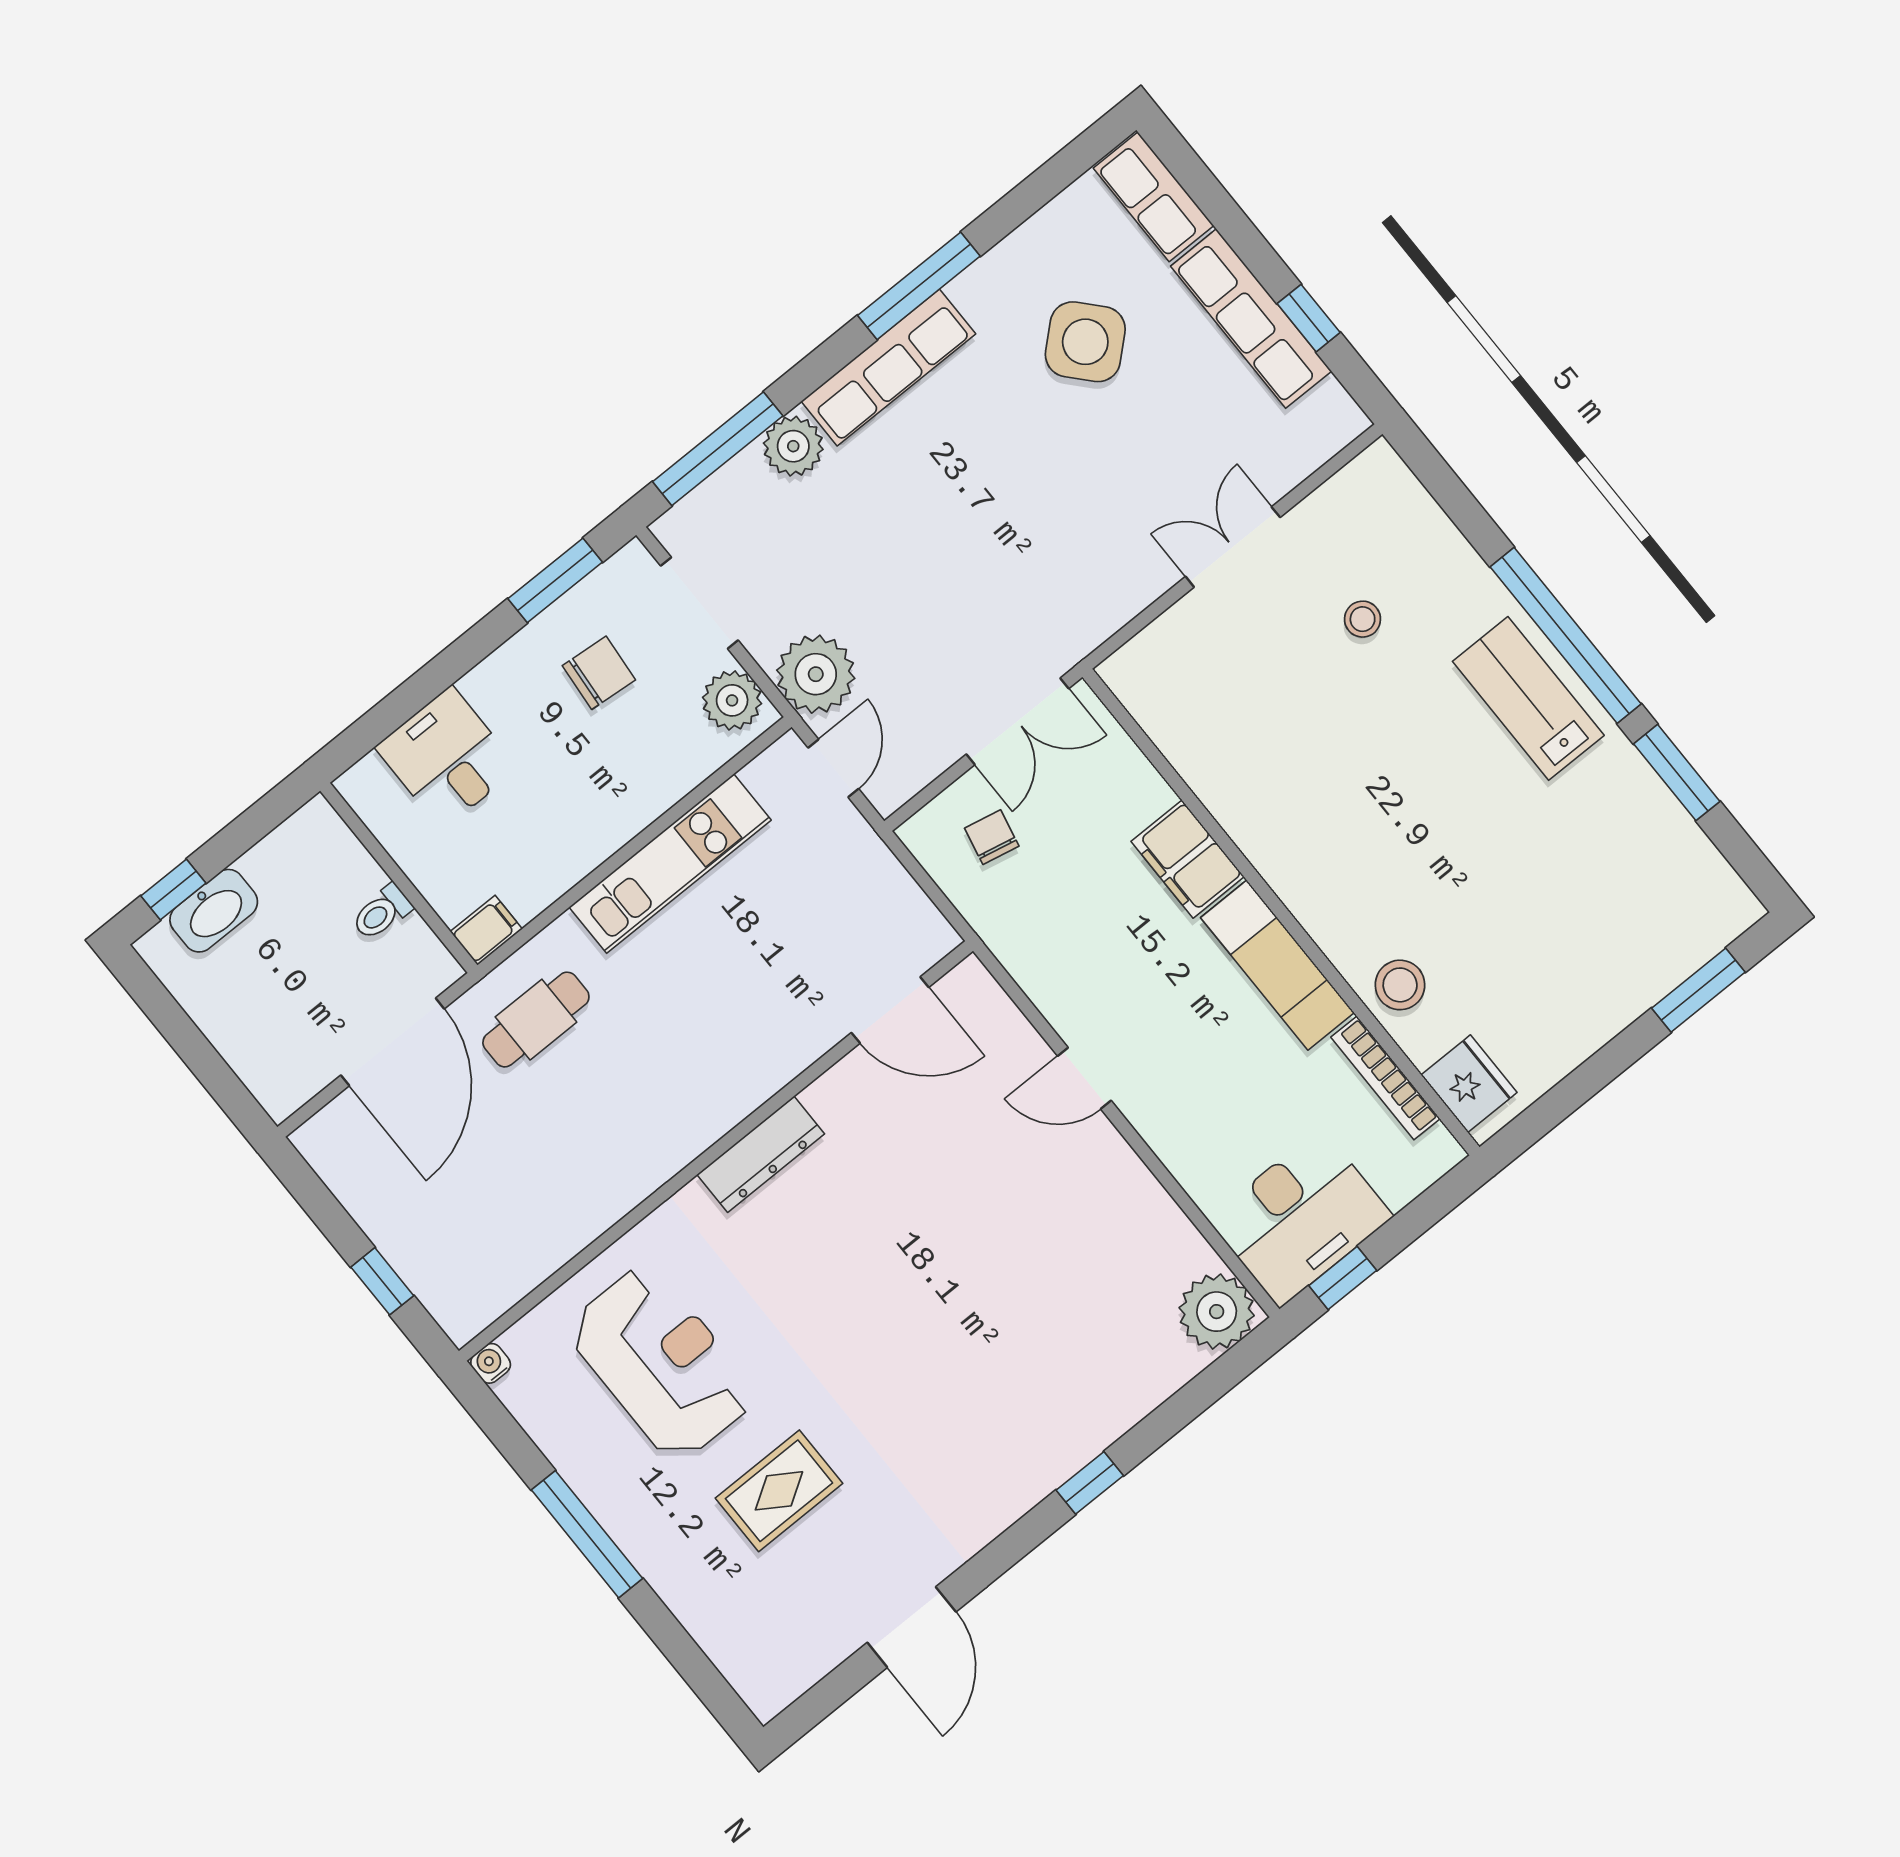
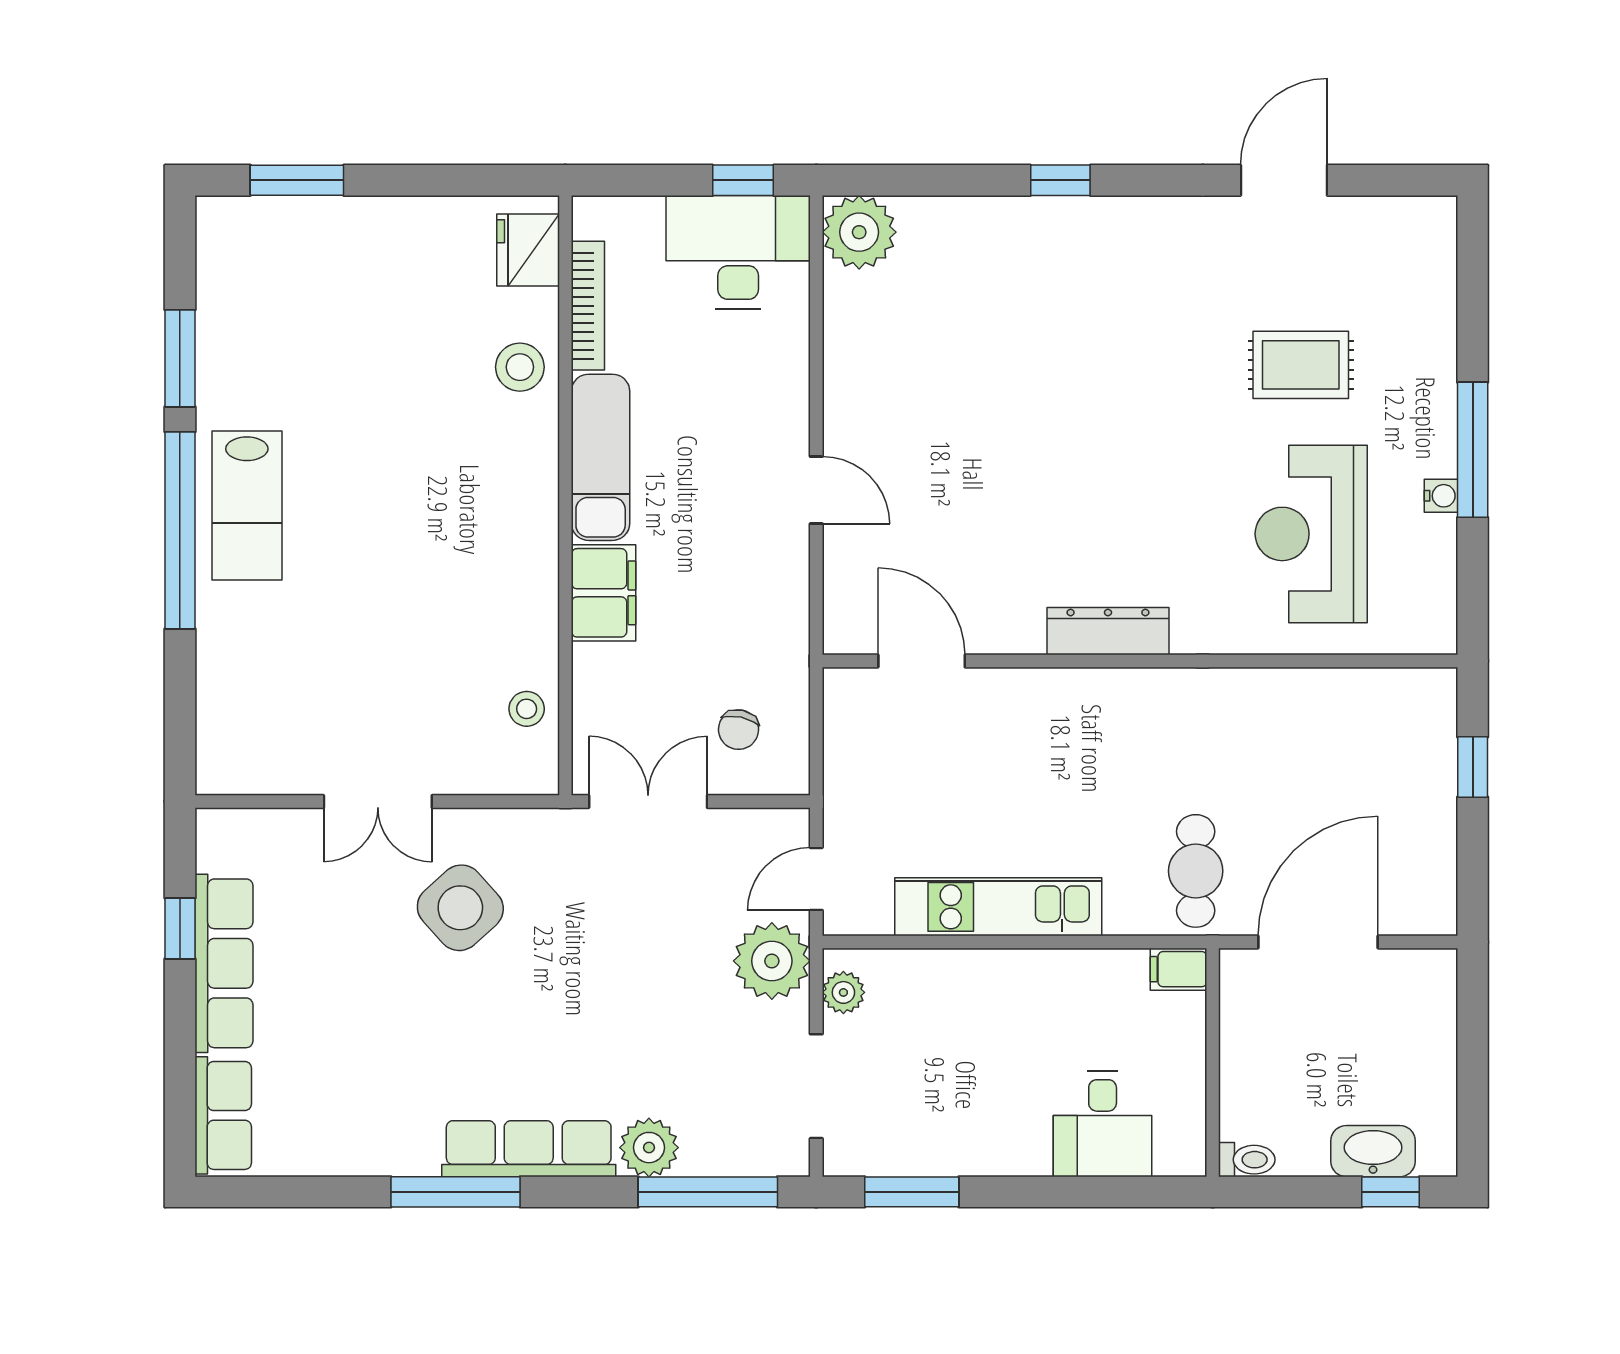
side table: (1085, 342) -> (460, 908), moved
stool: (1363, 619) -> (527, 709), moved
chair: (599, 673) -> (935, 1095), removed
plant: (732, 700) -> (843, 992), width x0.73, depth x0.73
toilet: (382, 912) -> (1247, 1160), moved
cafe table: (536, 1020) -> (1196, 871), turned 90
water cooler: (491, 1363) -> (1441, 496), moved, turned -90

